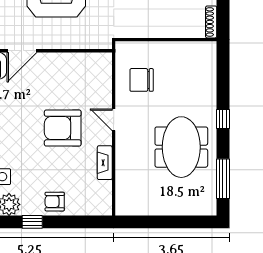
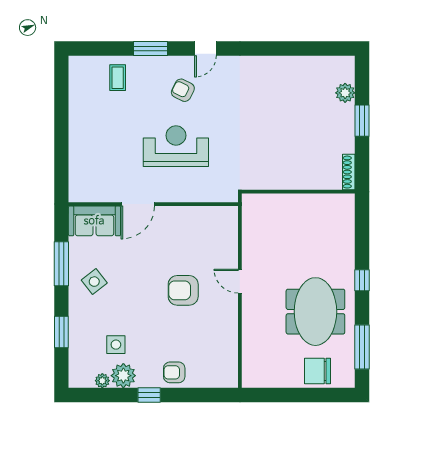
chair: (142, 80) -> (317, 371), moved
armchair: (63, 128) -> (183, 290), width x0.73, depth x0.73
fireplace: (105, 163) -> (230, 329), removed

